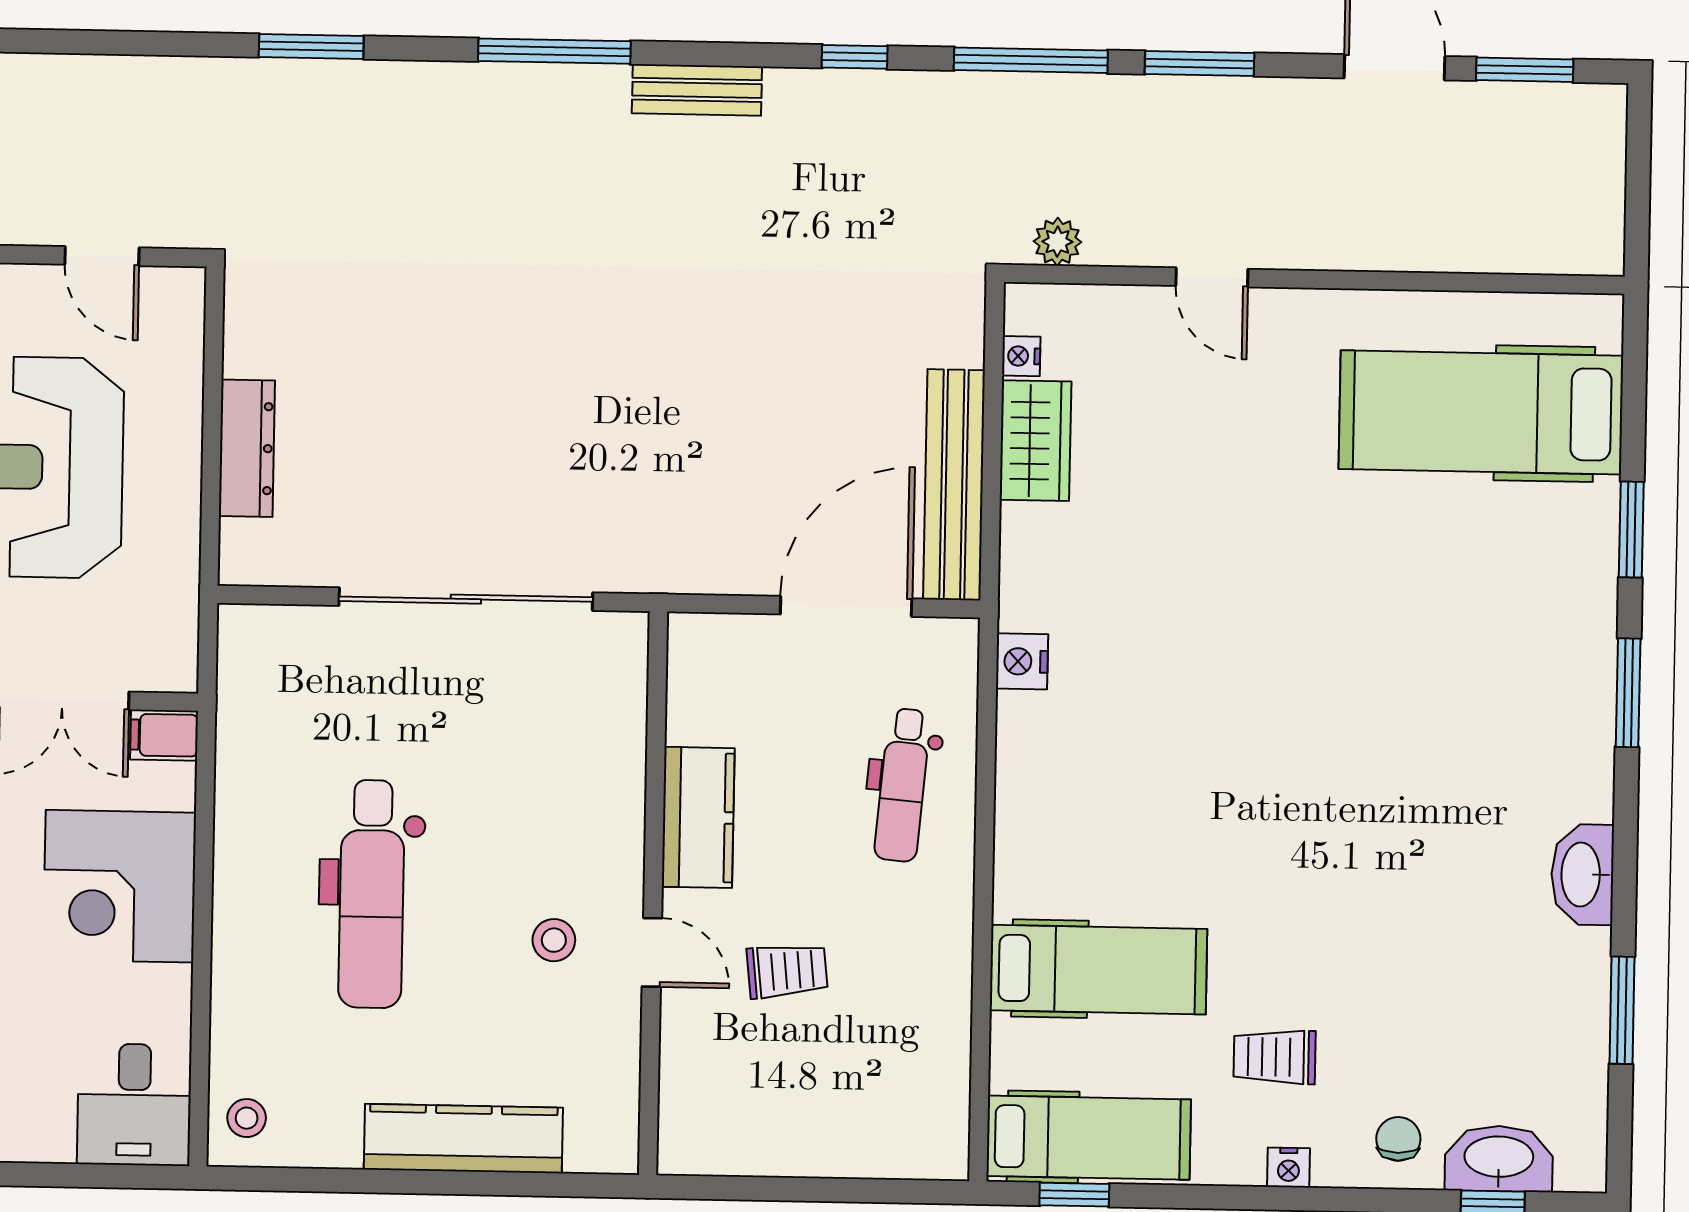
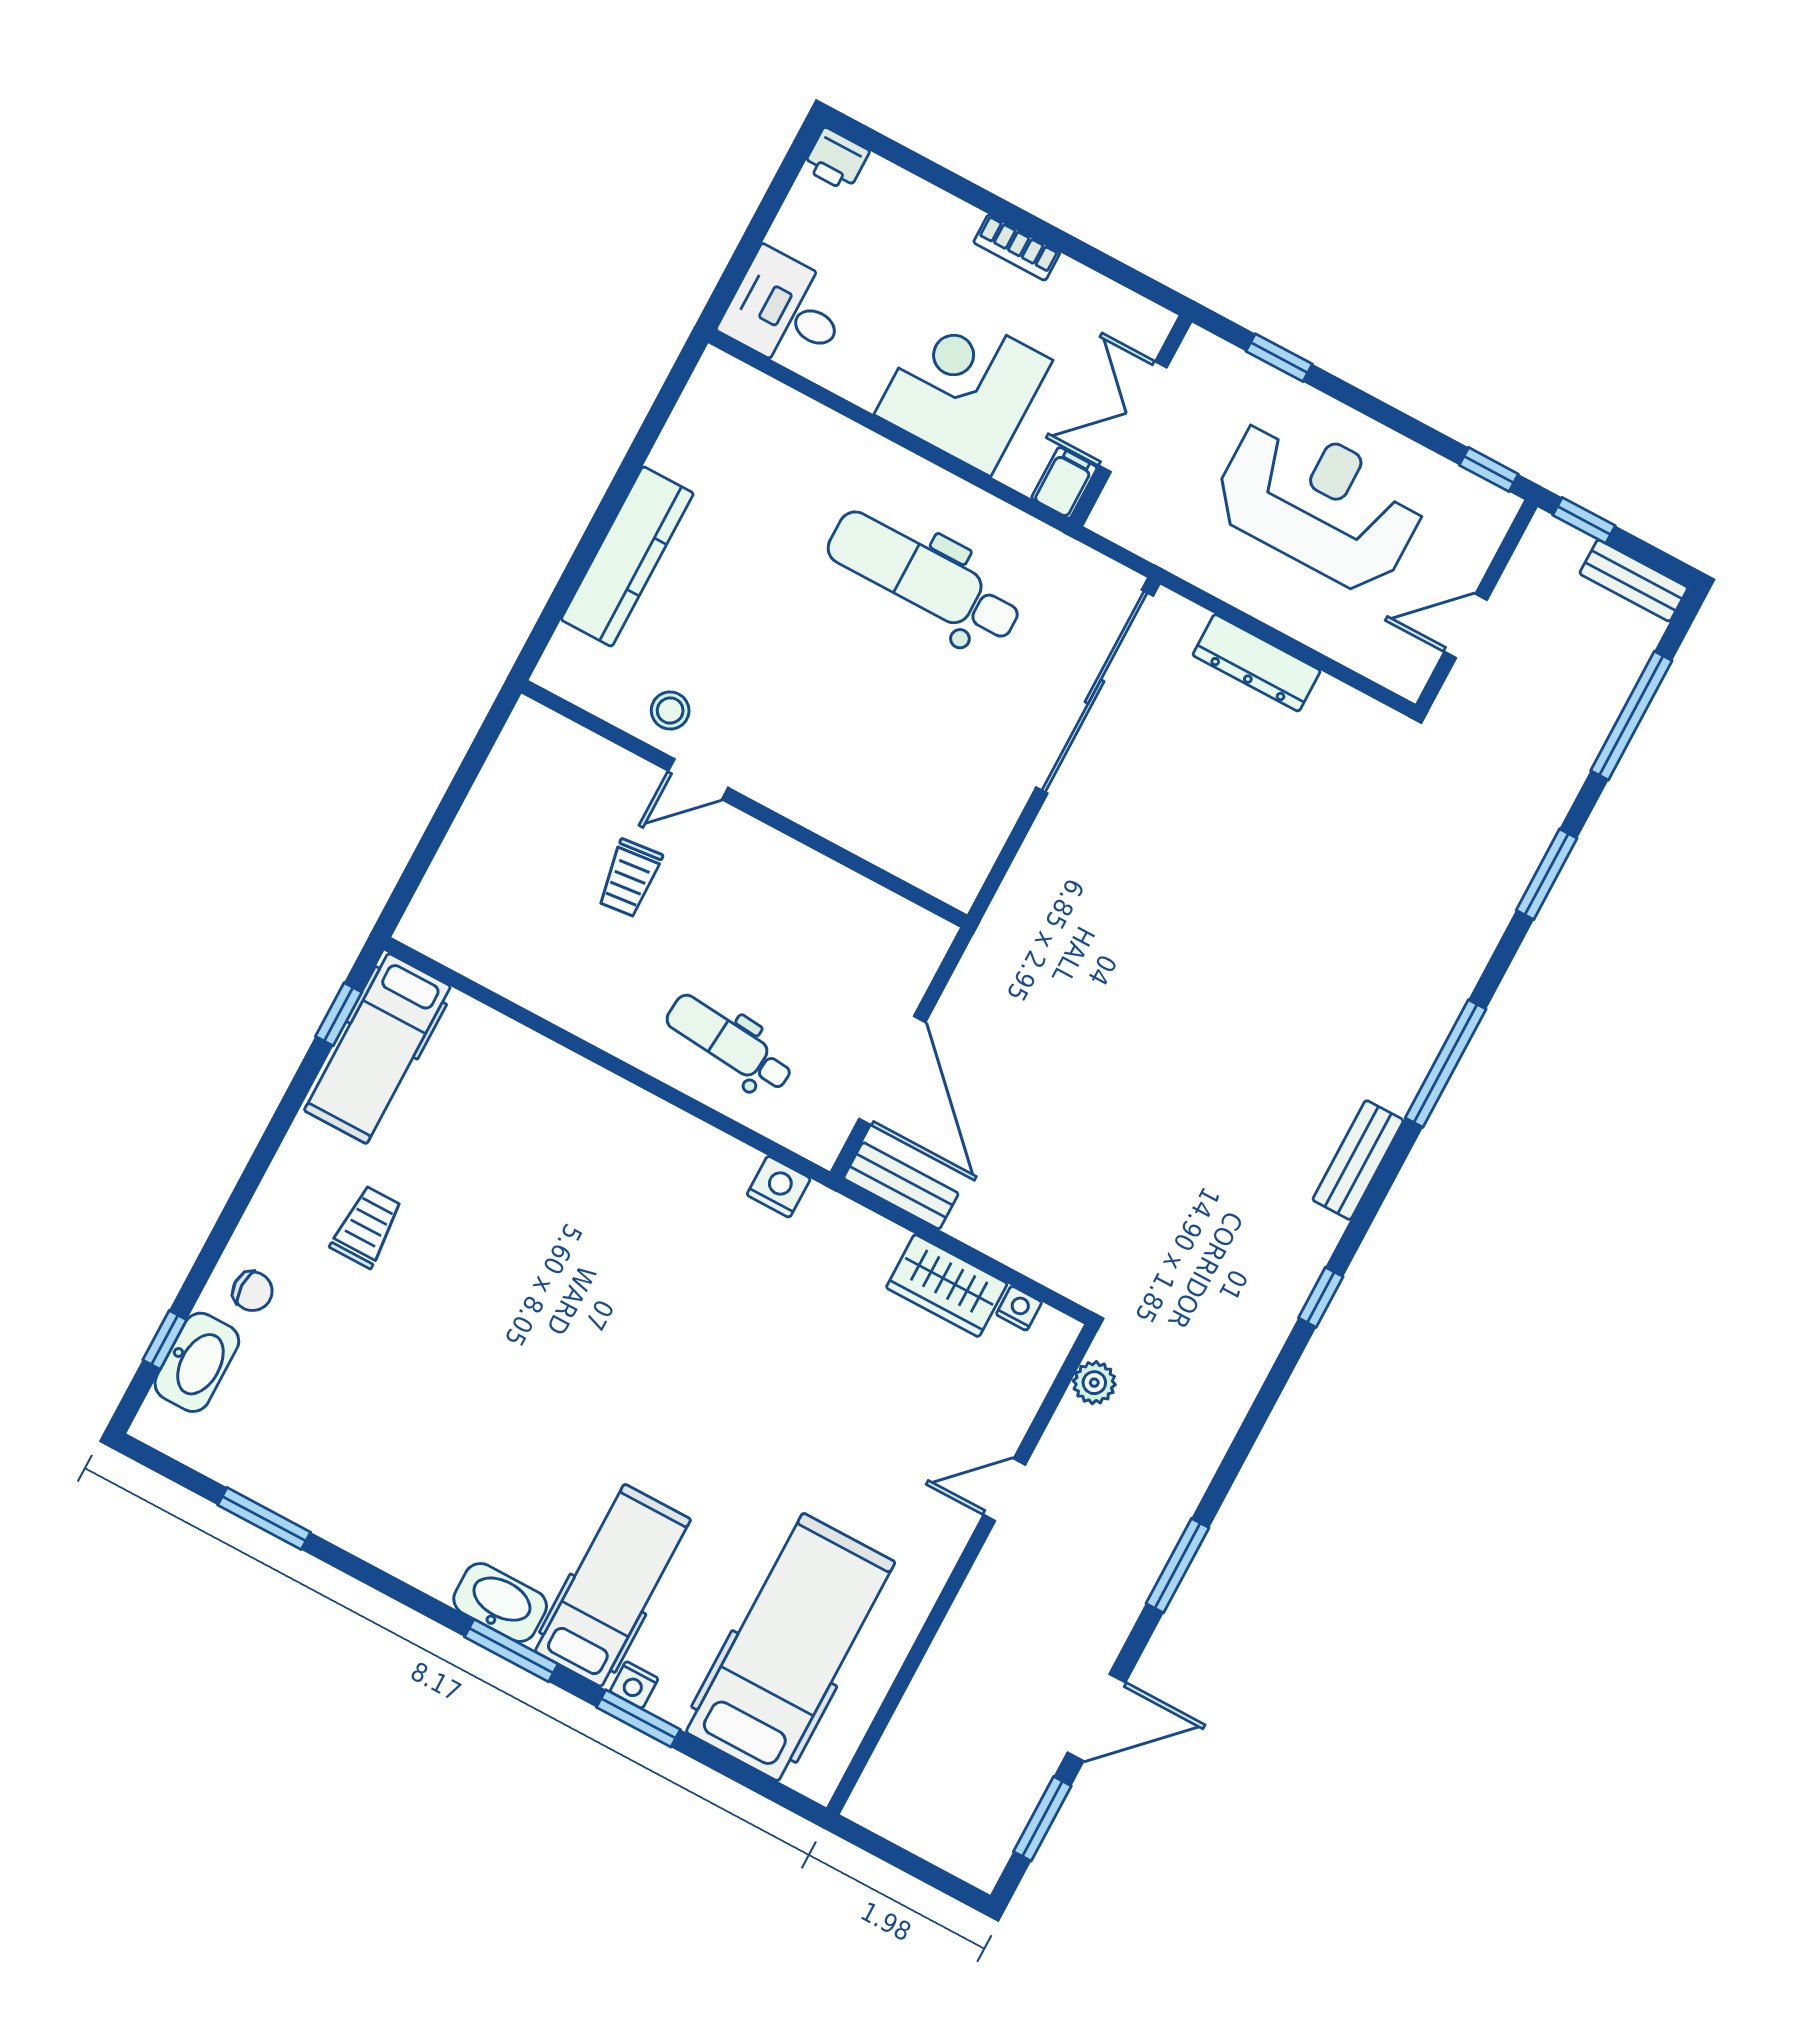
window: (1031, 60) -> (1631, 716), moved
bench: (954, 485) -> (901, 1186), width x0.54, depth x0.82
sliding door: (466, 599) -> (1095, 692), moved
kitchen counter: (698, 817) -> (786, 870), removed
washbasin: (1582, 875) -> (500, 1602), moved
dental chair: (372, 894) -> (924, 578), moved
stool: (554, 940) -> (670, 711), moved
hospital bed: (1098, 970) -> (613, 1585), moved, turned 180
stool: (247, 1118) -> (730, 394), removed
nightstand: (1289, 1168) -> (634, 1685), moved, turned -90

